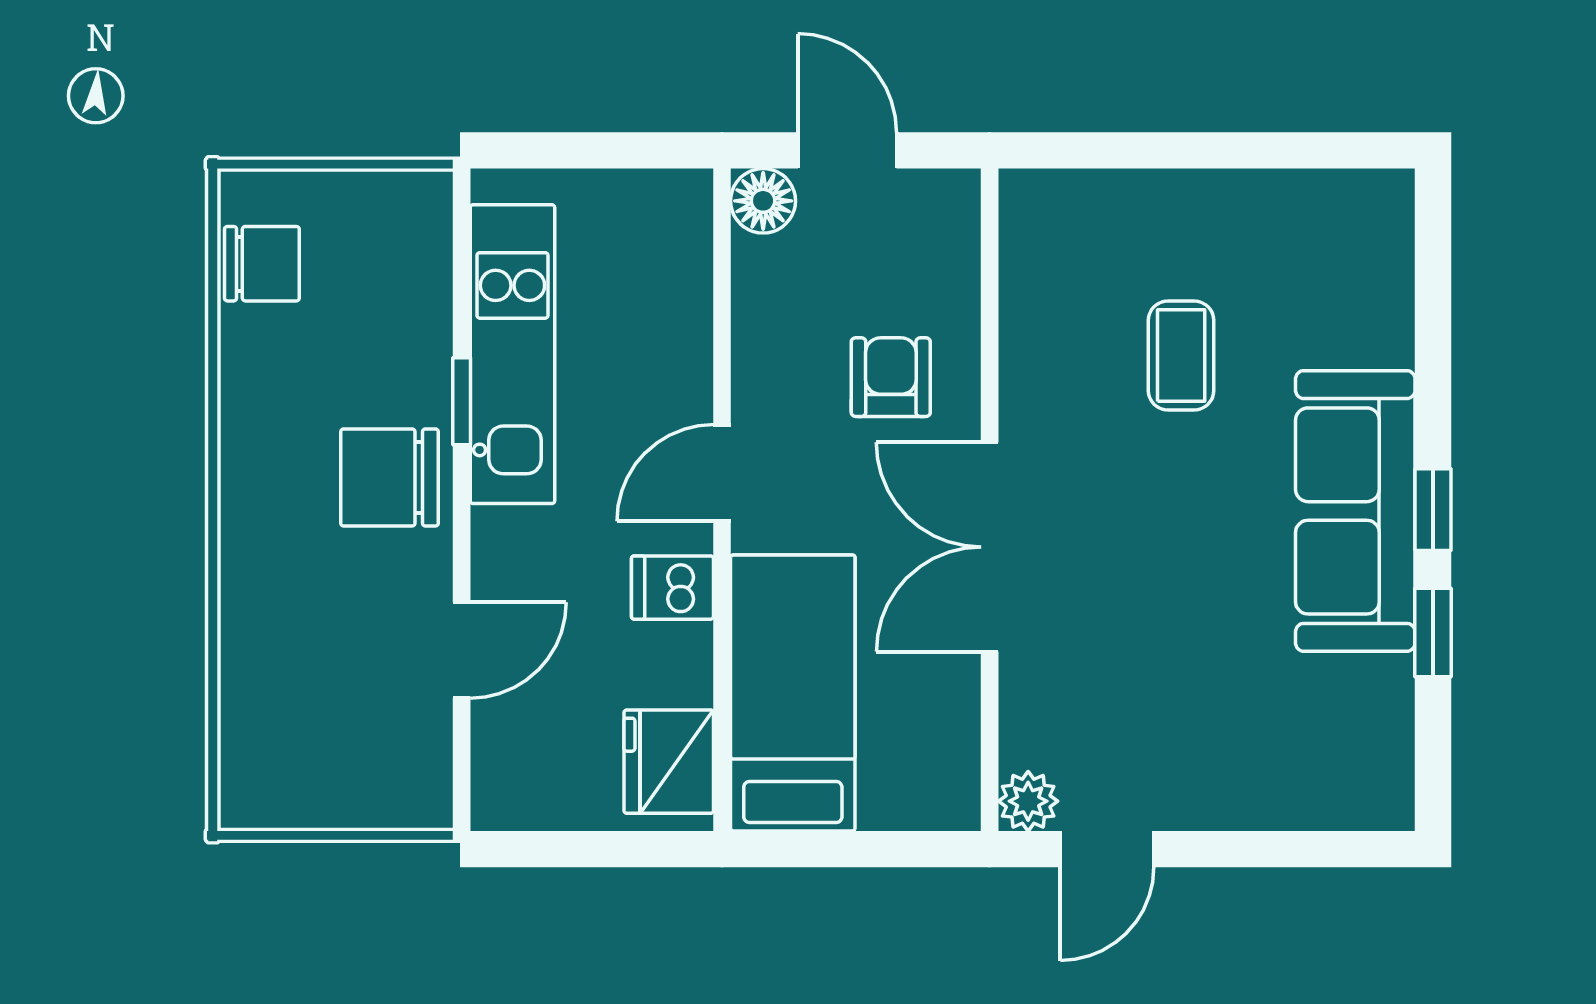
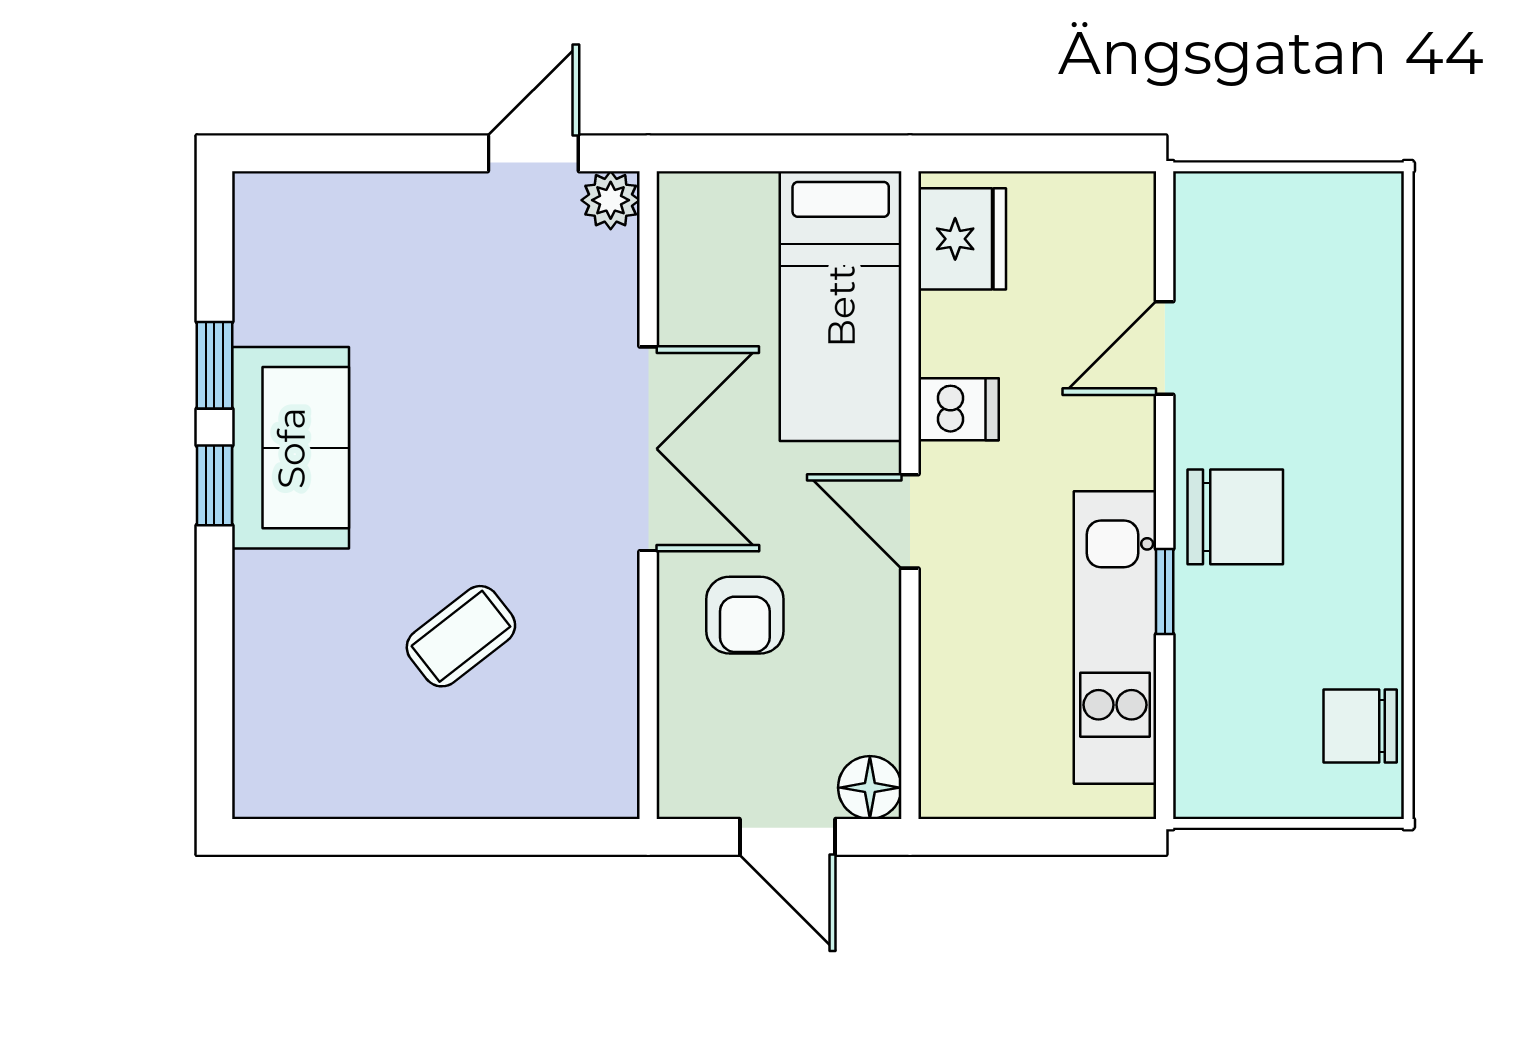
coffee table: (1181, 355) -> (461, 636), turned 52
door: (722, 473) -> (910, 521), swing flipped
sofa: (1355, 511) -> (291, 448), width x0.73

